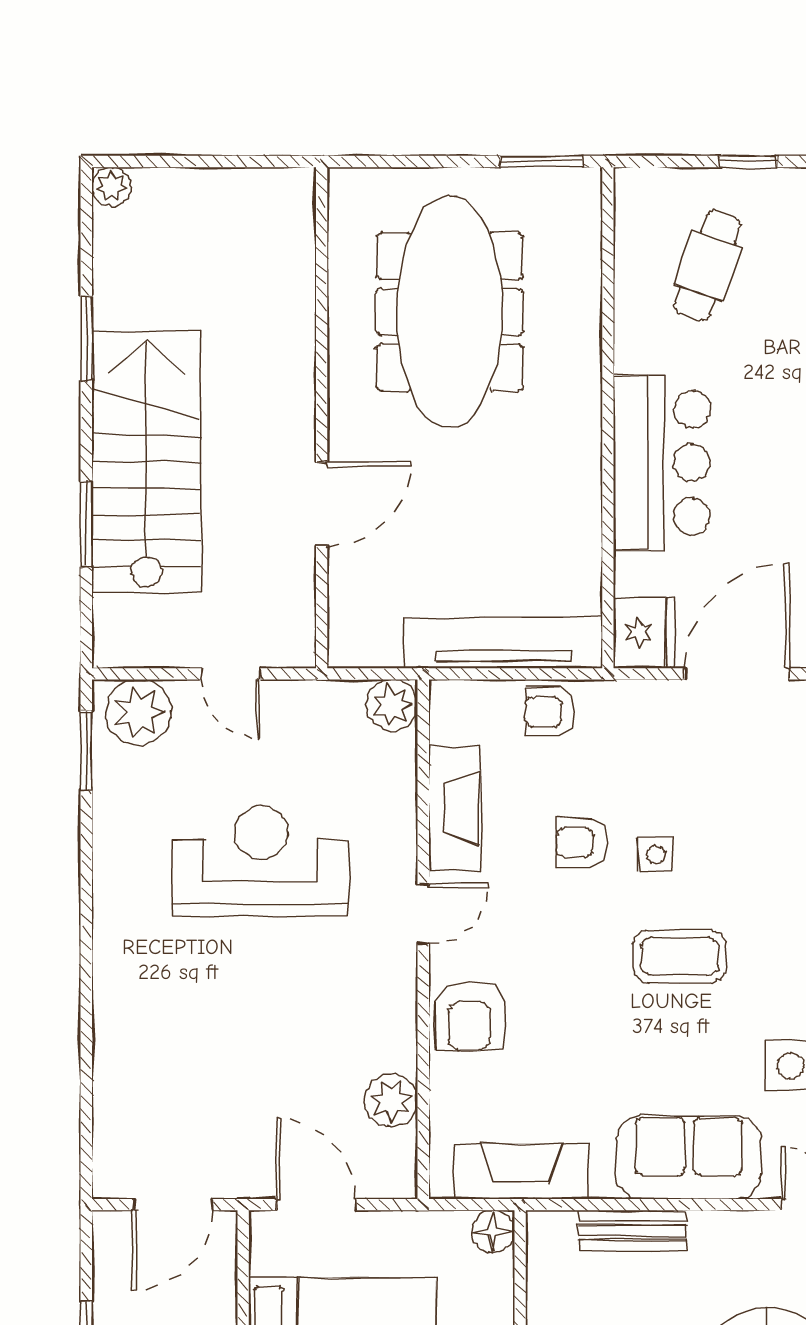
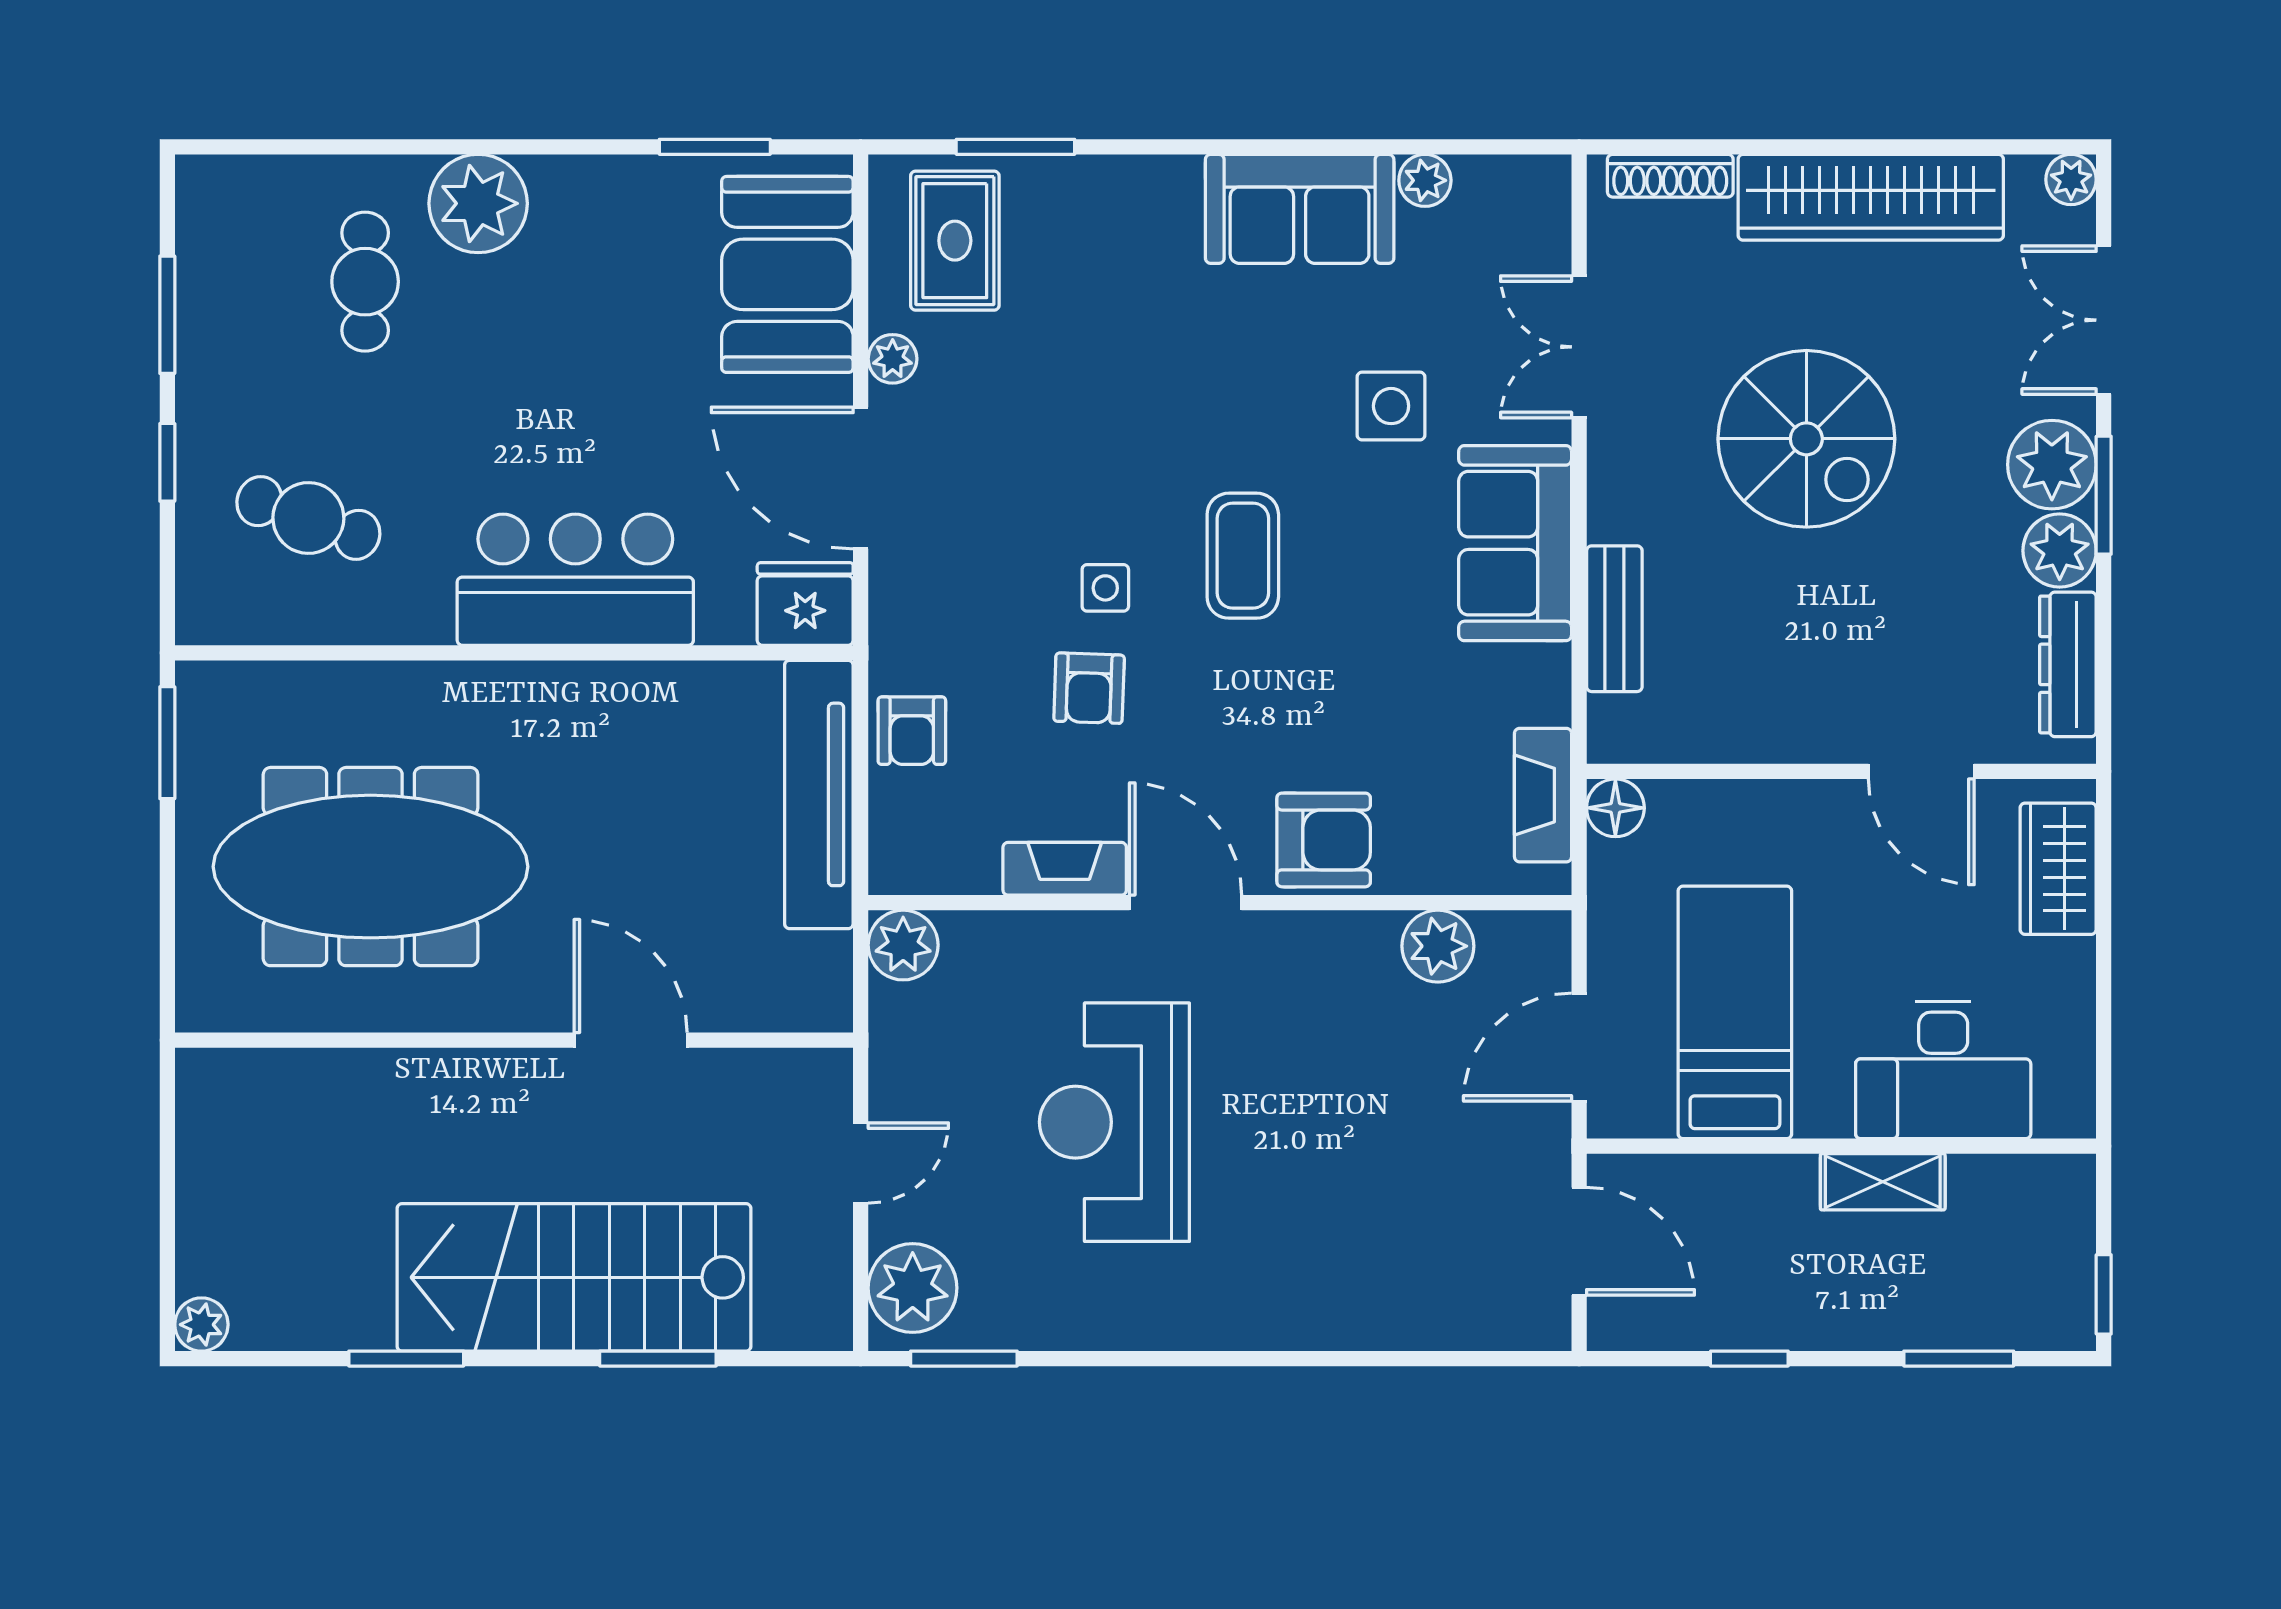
fireplace: (454, 808) -> (1065, 869), width x0.73, depth x0.76
door: (423, 914) -> (1186, 903), width x1.38
fireplace: (521, 1171) -> (1543, 795), width x0.73, depth x0.76

